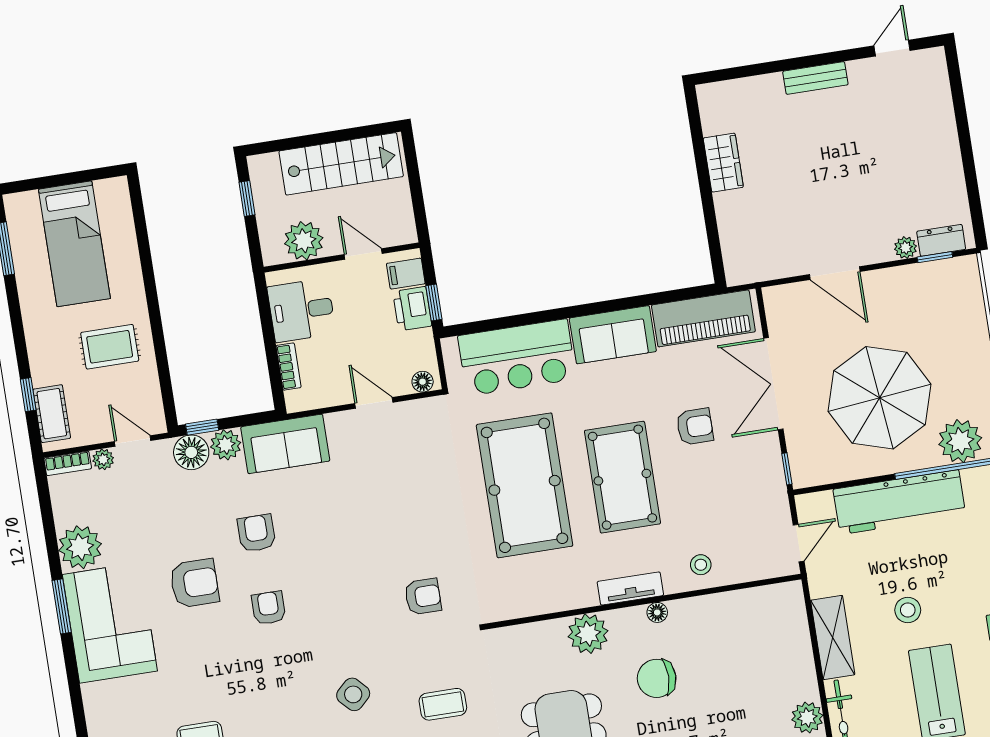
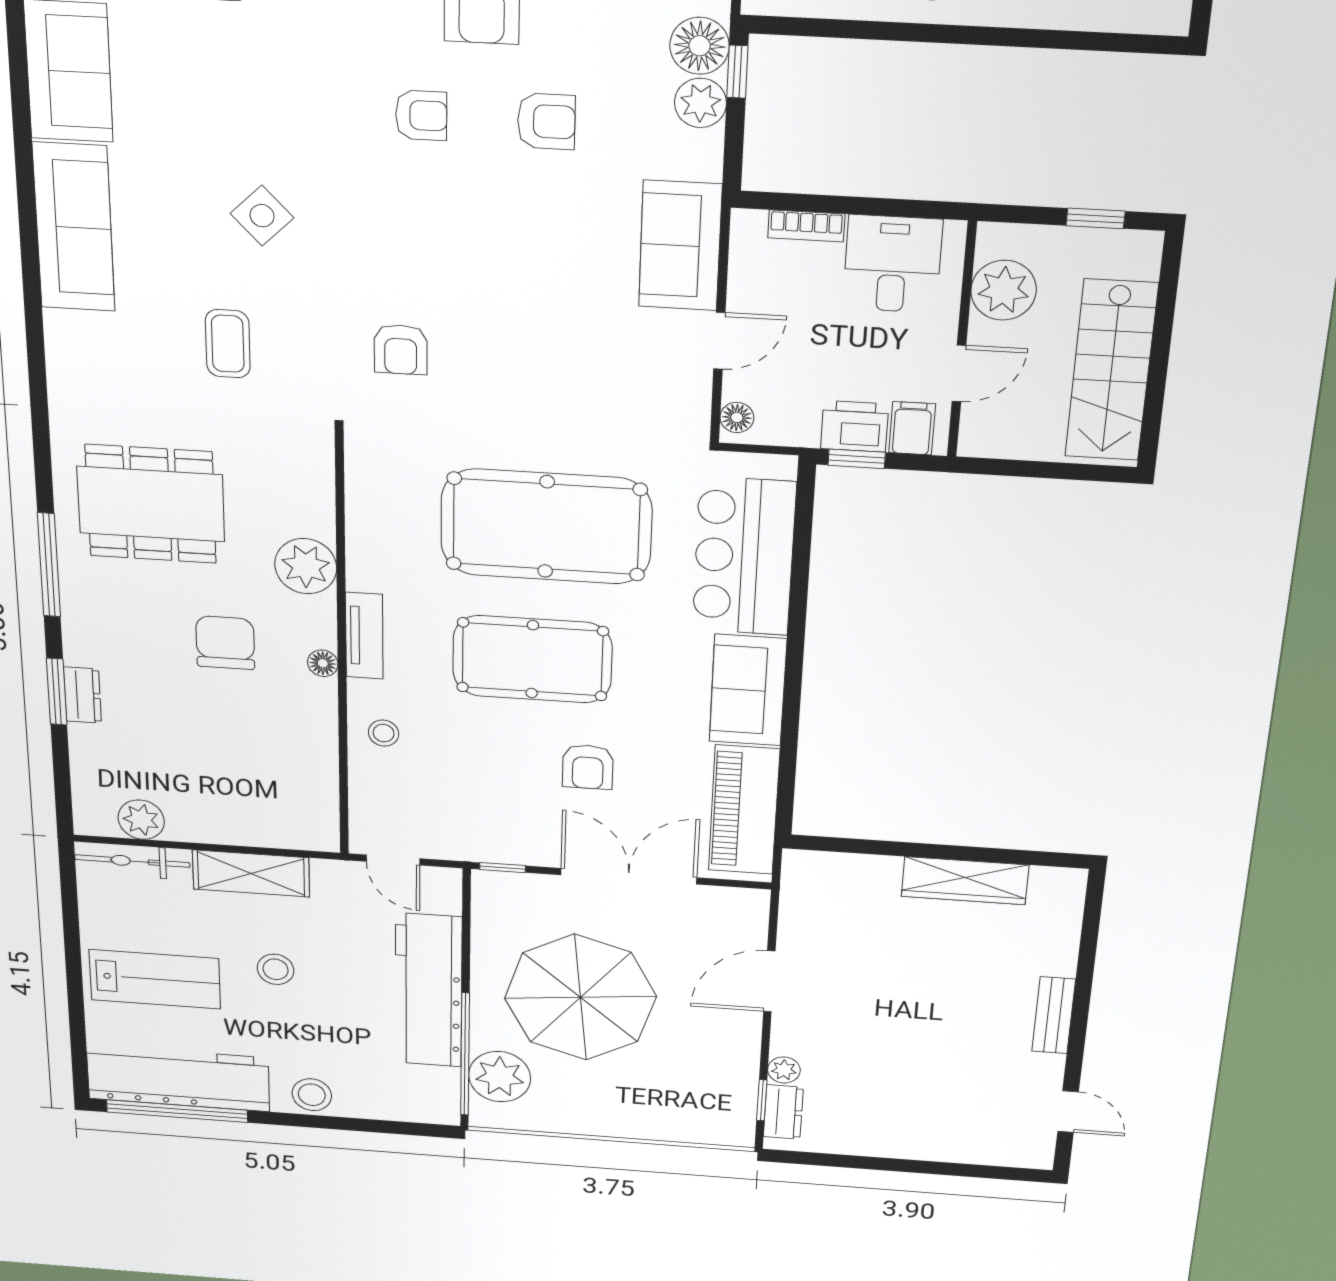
wardrobe: (723, 163) -> (965, 881), width x1.50
sofa: (285, 444) -> (680, 246), moved

